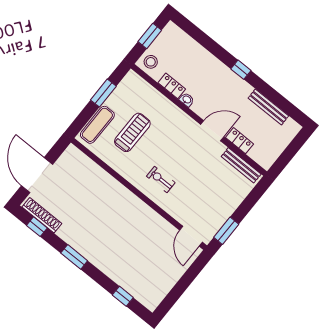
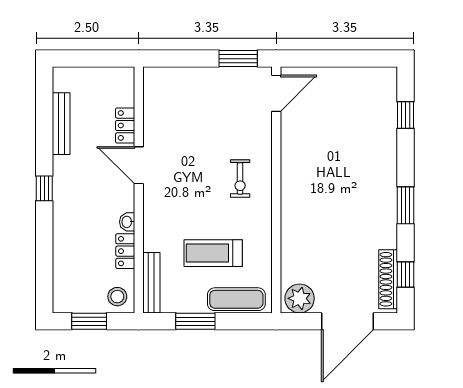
plant: (70, 159) -> (300, 298), added
bench: (241, 165) -> (151, 283), moved

